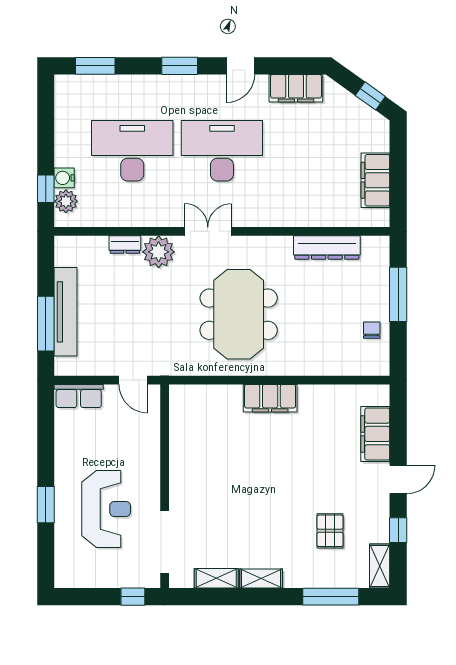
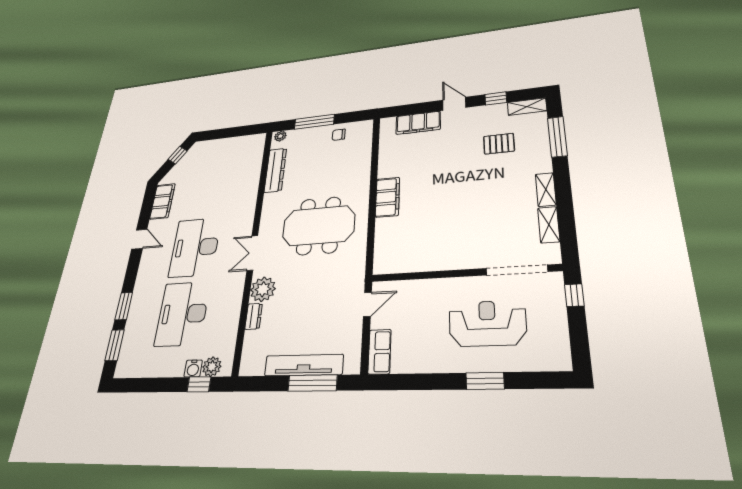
window: (180, 66) -> (124, 306), moved
filing cabinet: (375, 180) -> (233, 145), removed
plant: (381, 248) -> (280, 136), added

